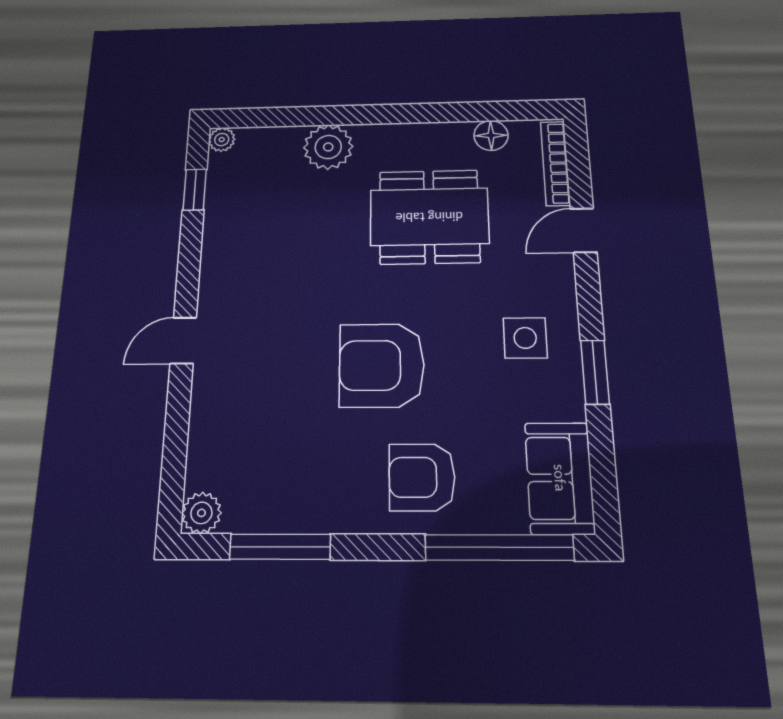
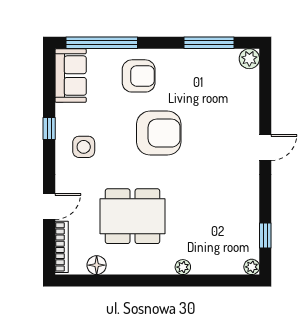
plant: (328, 147) -> (183, 267), width x0.53, depth x0.53
window: (595, 372) -> (49, 128), width x0.67

